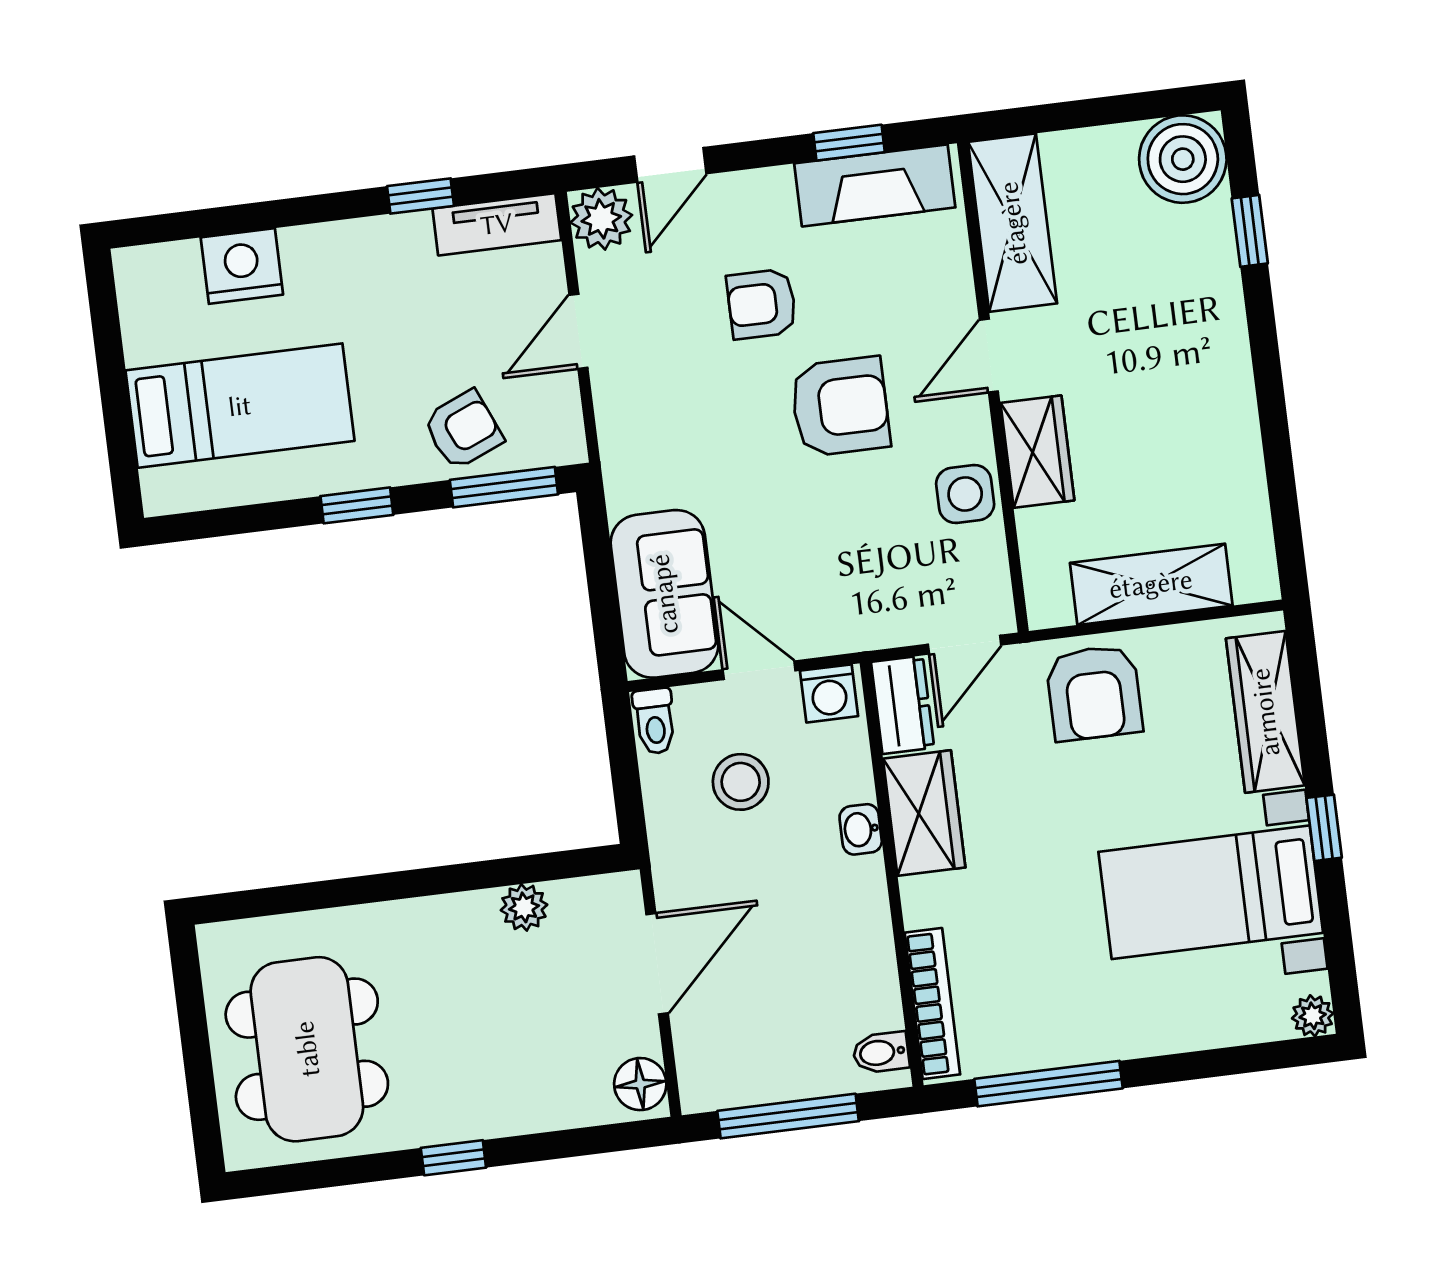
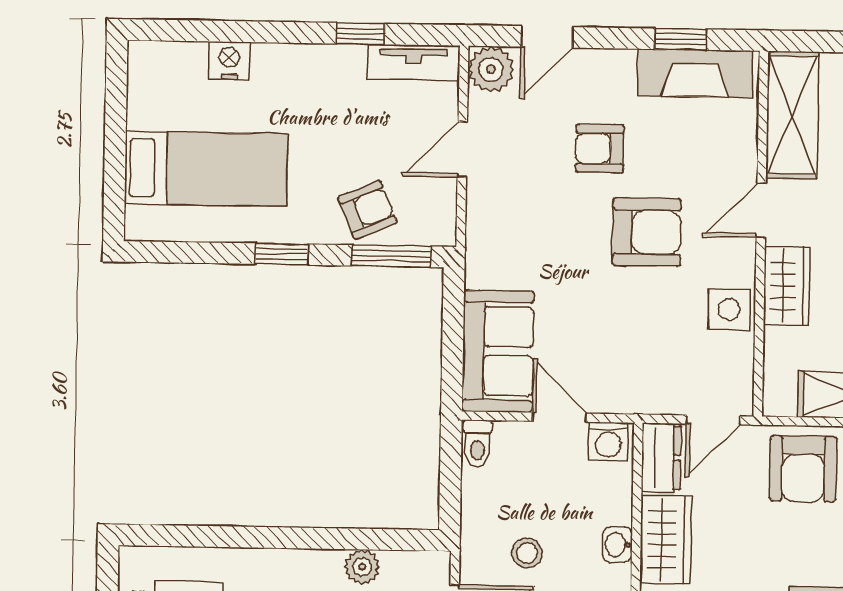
nightstand: (242, 266) -> (229, 60), width x0.74, depth x0.75
stool: (741, 782) -> (527, 553), moved, width x0.73, depth x0.73

